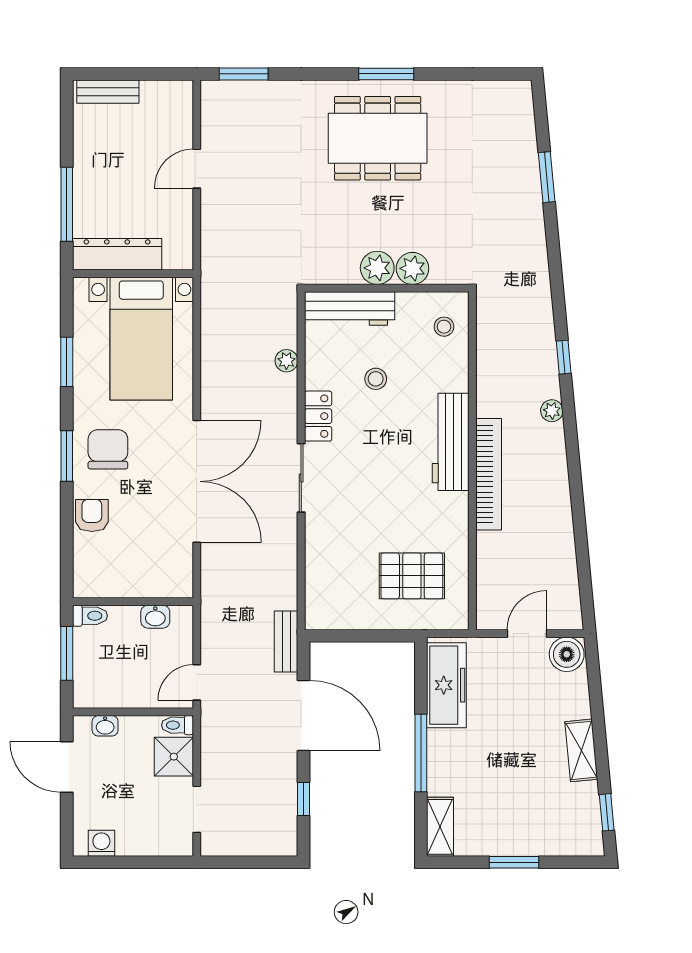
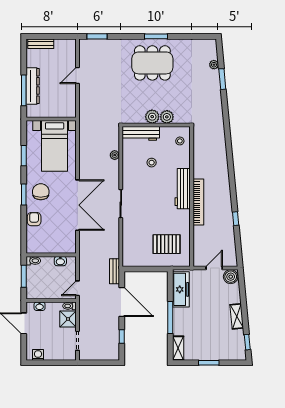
dresser: (117, 254) -> (33, 86), moved, turned 90
window: (564, 357) -> (236, 219), moved
plant: (552, 411) -> (214, 65), moved
locker: (318, 416) -> (128, 178), removed

